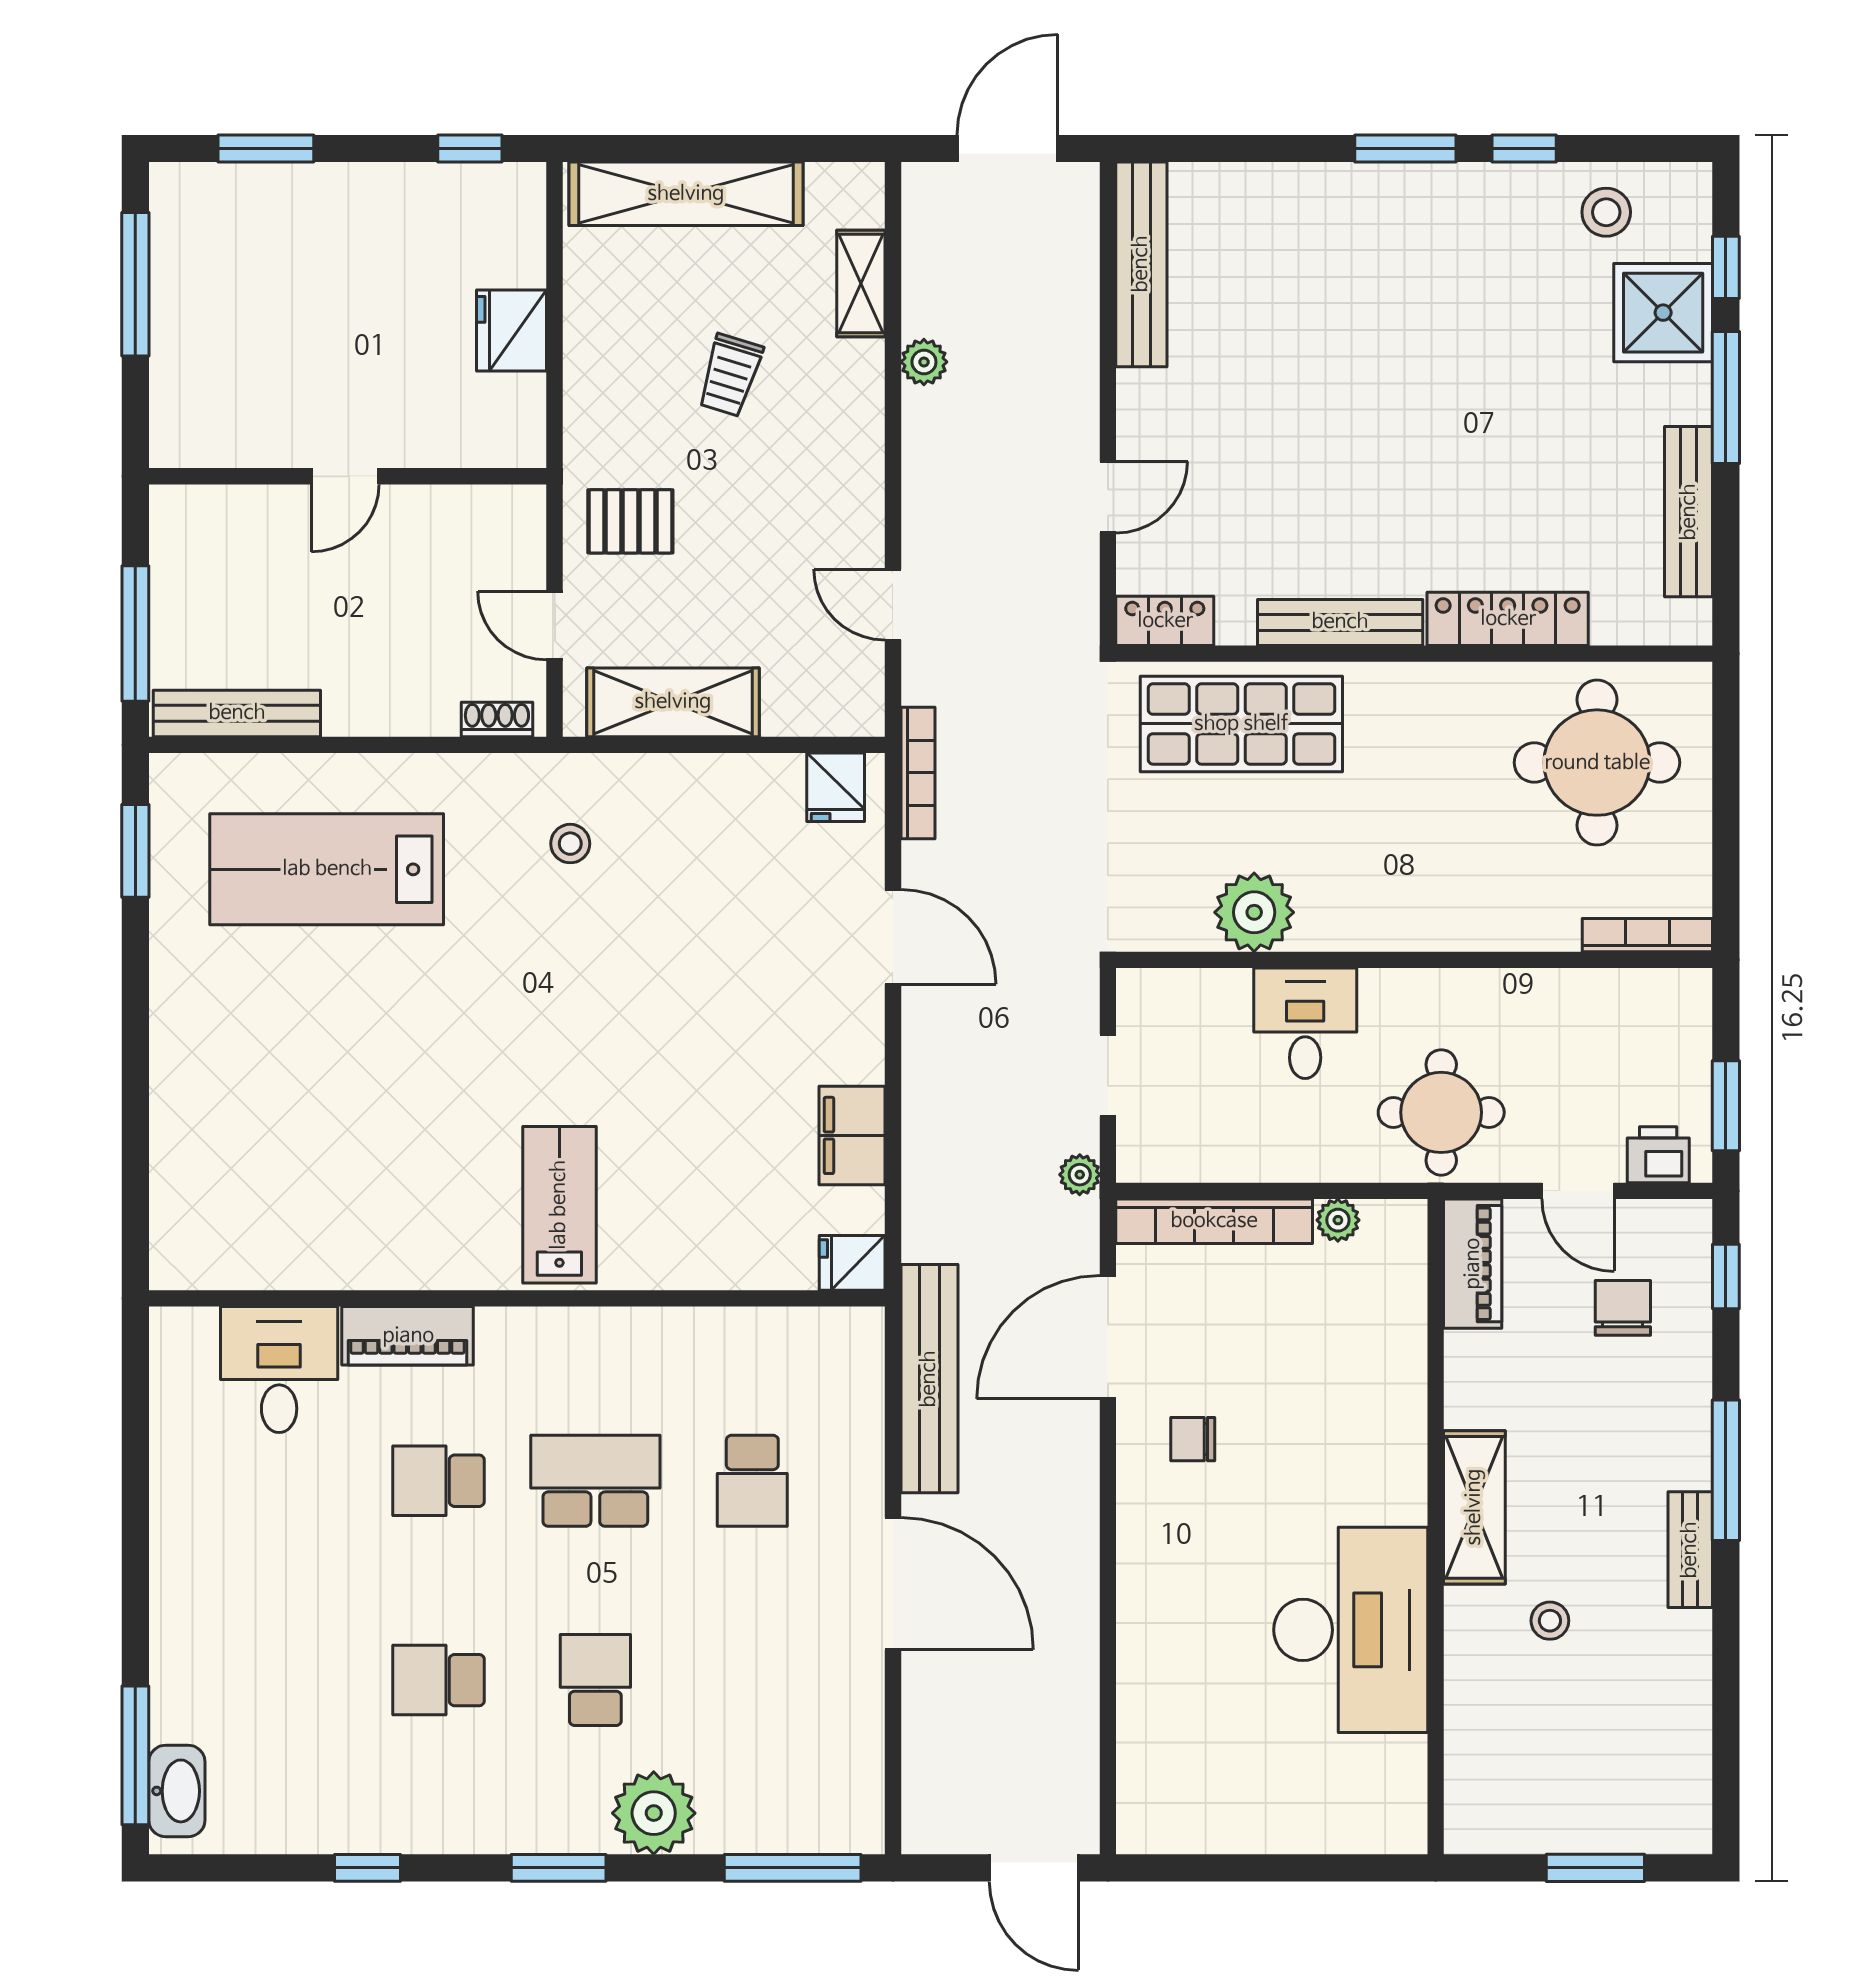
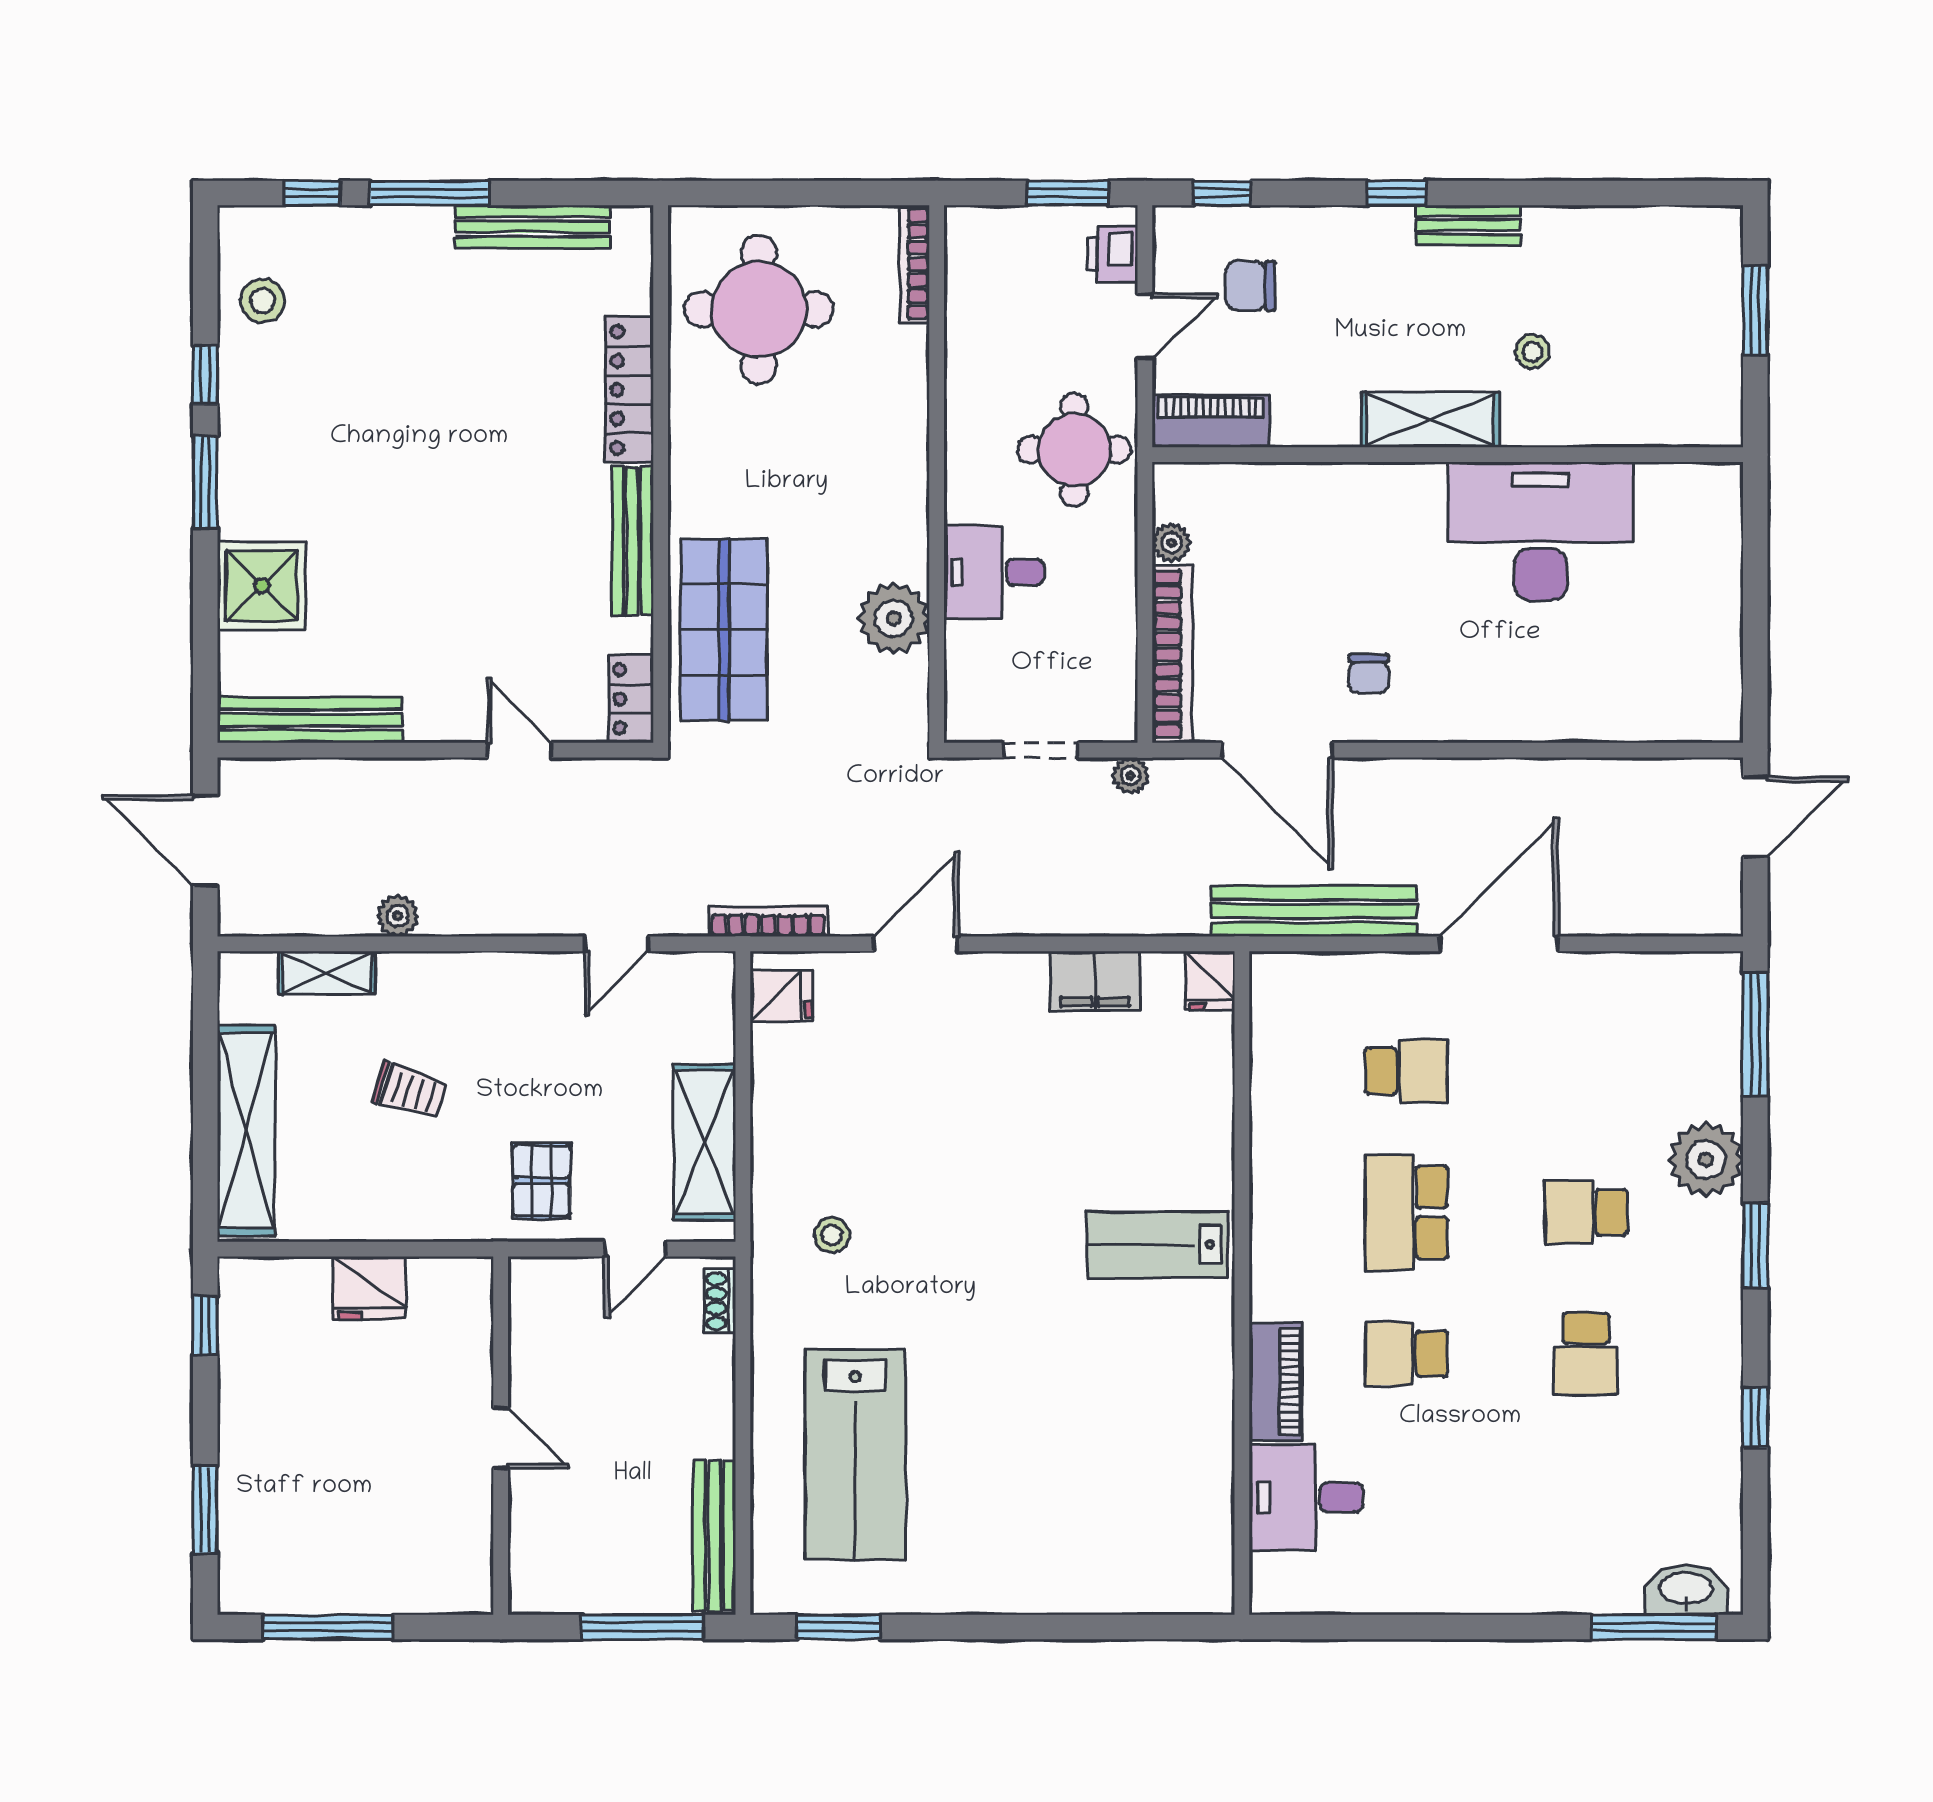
shower: (1663, 313) -> (262, 586), moved
window: (1726, 1470) -> (1397, 193), width x0.46
school desk: (438, 1481) -> (1406, 1354), turned 90

